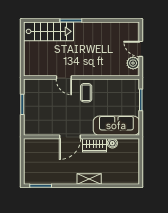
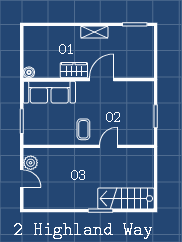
door: (64, 78) -> (109, 146), hinge flipped
boiler: (112, 143) -> (29, 72), moved
shelving: (89, 179) -> (94, 32), moved

